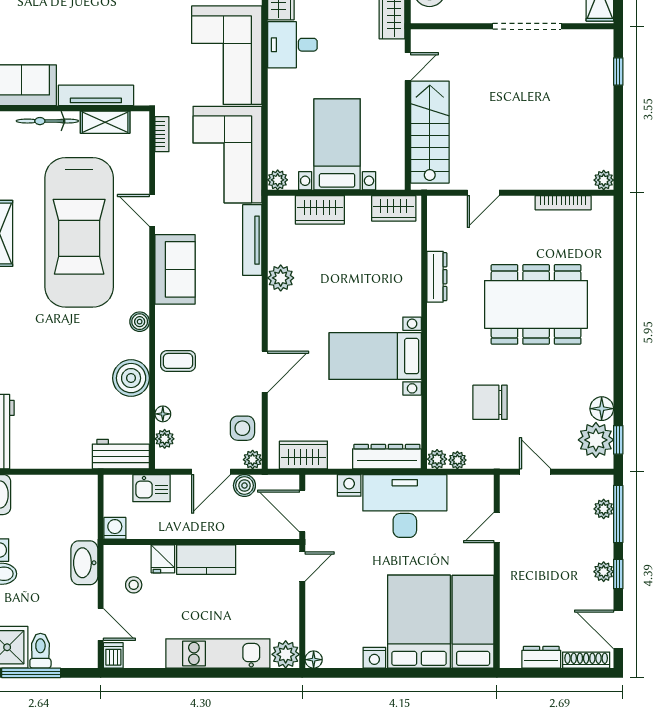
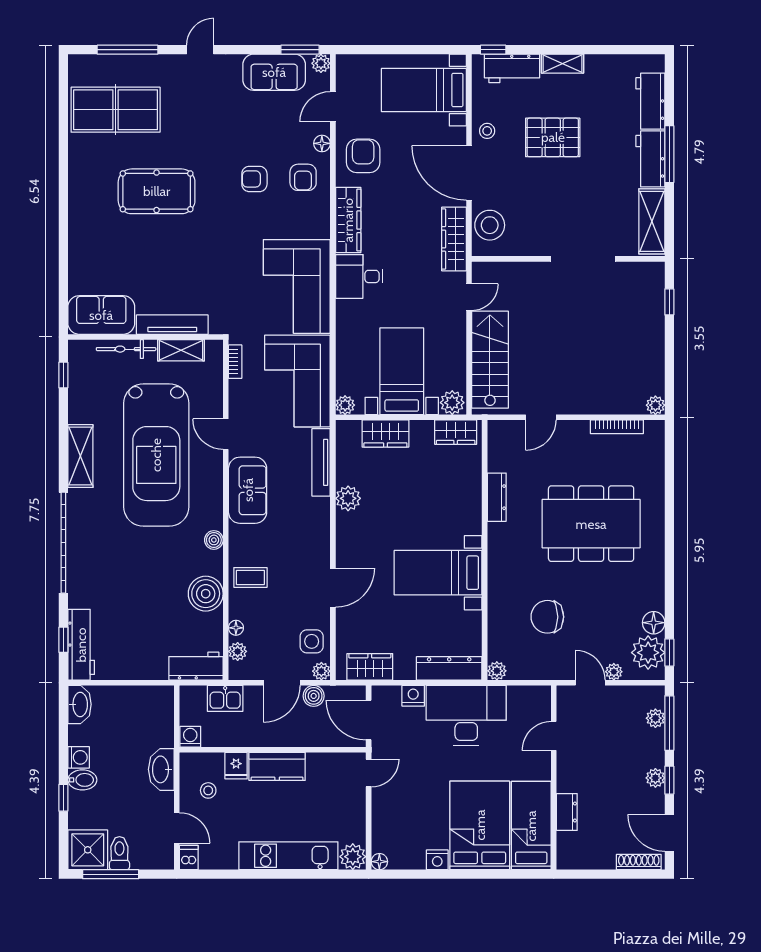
plant: (390, 177) -> (452, 403), added
plant: (457, 460) -> (614, 672), moved
dresser: (541, 657) -> (567, 812), moved, turned 90

